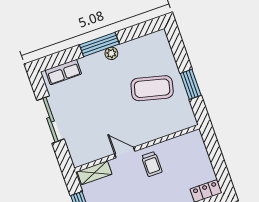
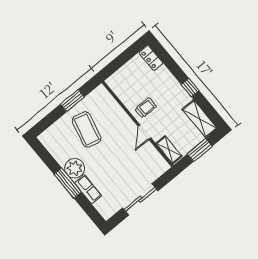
plant: (111, 53) -> (75, 168), width x1.88, depth x1.88
row of seats: (63, 72) -> (88, 189), moved

